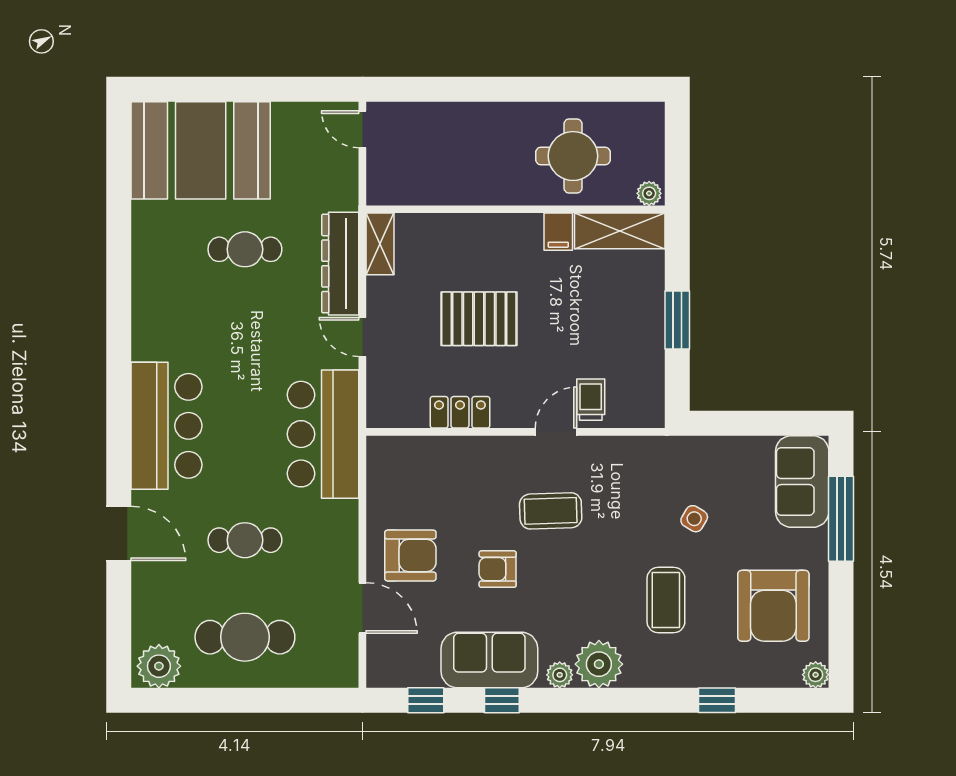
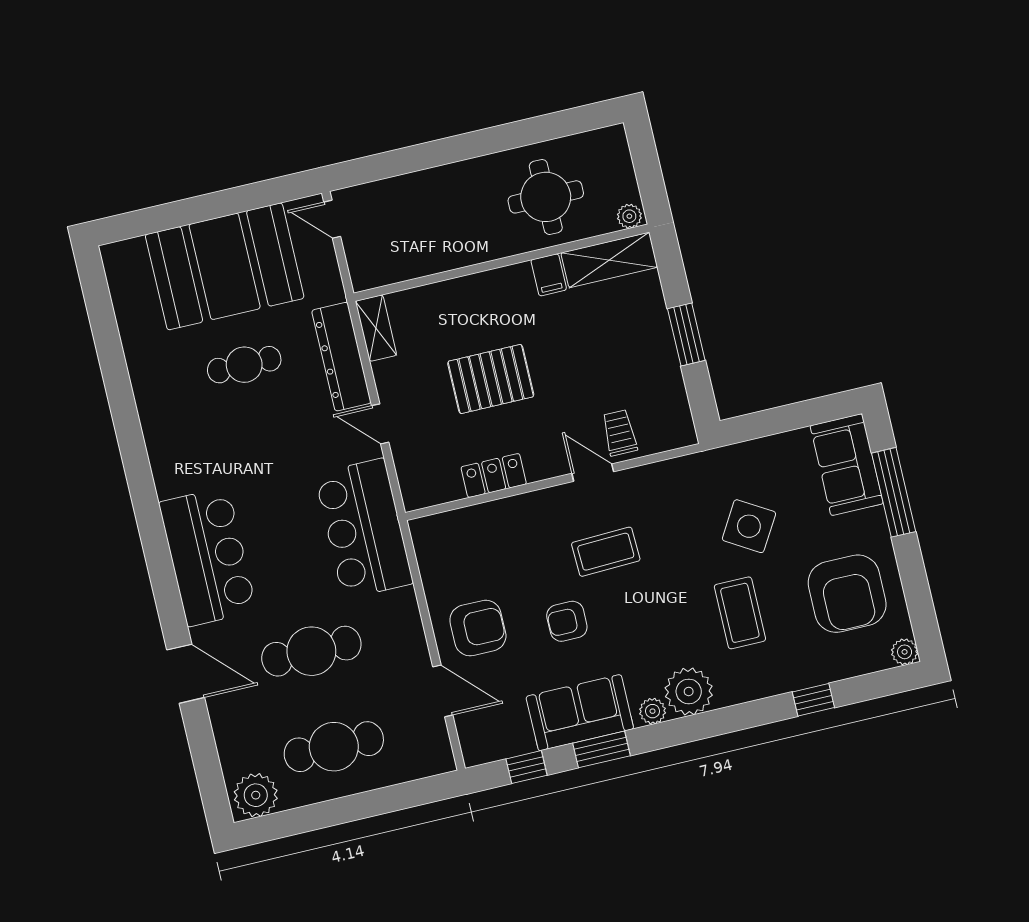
booth: (201, 150) -> (225, 266), moved
door: (556, 432) -> (593, 473), hinge flipped
side table: (694, 519) -> (749, 526), width x1.87, depth x1.87
cafe table: (245, 540) -> (311, 651), width x1.37, depth x1.35
window: (502, 700) -> (601, 749), width x1.50

